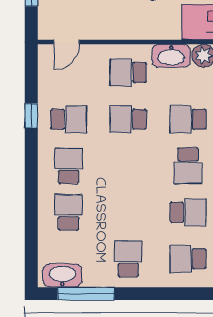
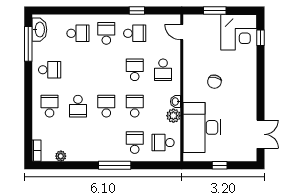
washbasin: (171, 56) -> (176, 102), width x0.52, depth x0.69
school desk: (128, 73) -> (163, 70), turned 180
school desk: (69, 119) -> (135, 33), turned -90
school desk: (69, 166) -> (106, 33), turned -90
school desk: (188, 166) -> (106, 106), turned 90

